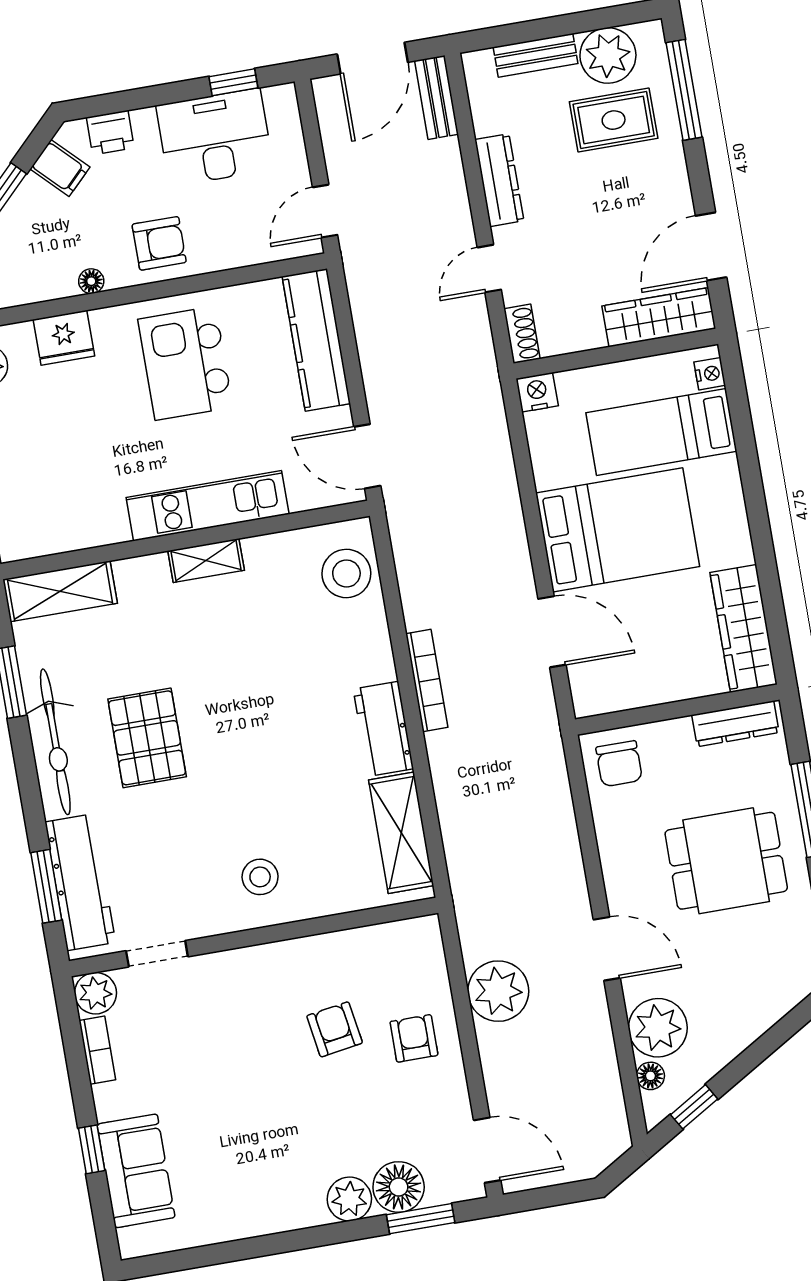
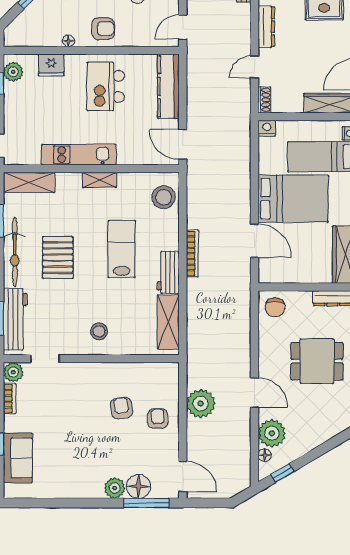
kitchen unit: (208, 506) -> (79, 155), moved
lab bench: (278, 697) -> (122, 249), added
window: (421, 1219) -> (146, 503), width x1.44

